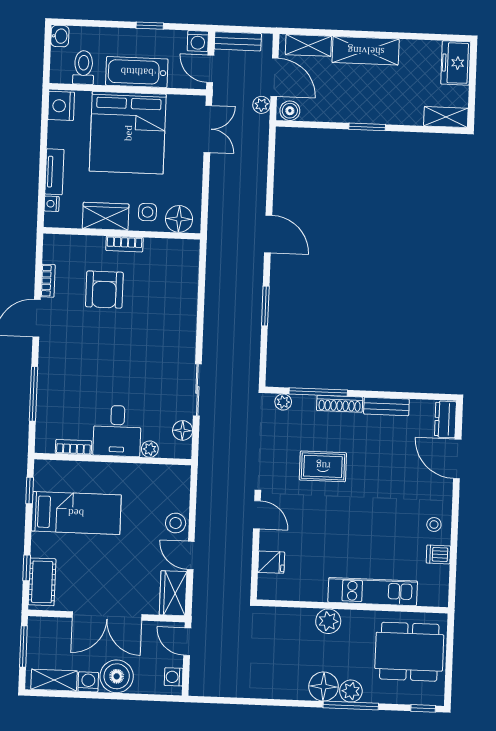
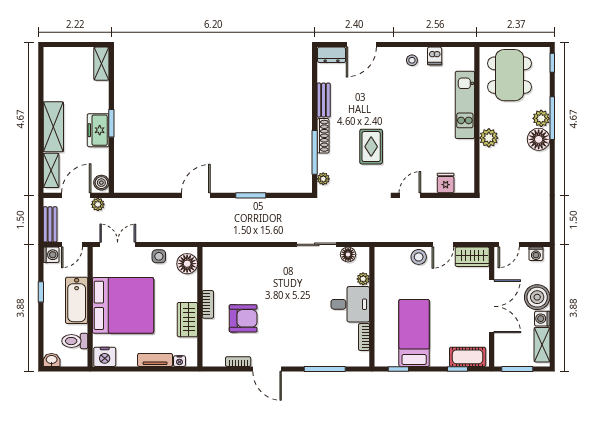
freezer: (456, 63) -> (98, 130), moved, turned 90
side table: (148, 212) -> (159, 256), moved

